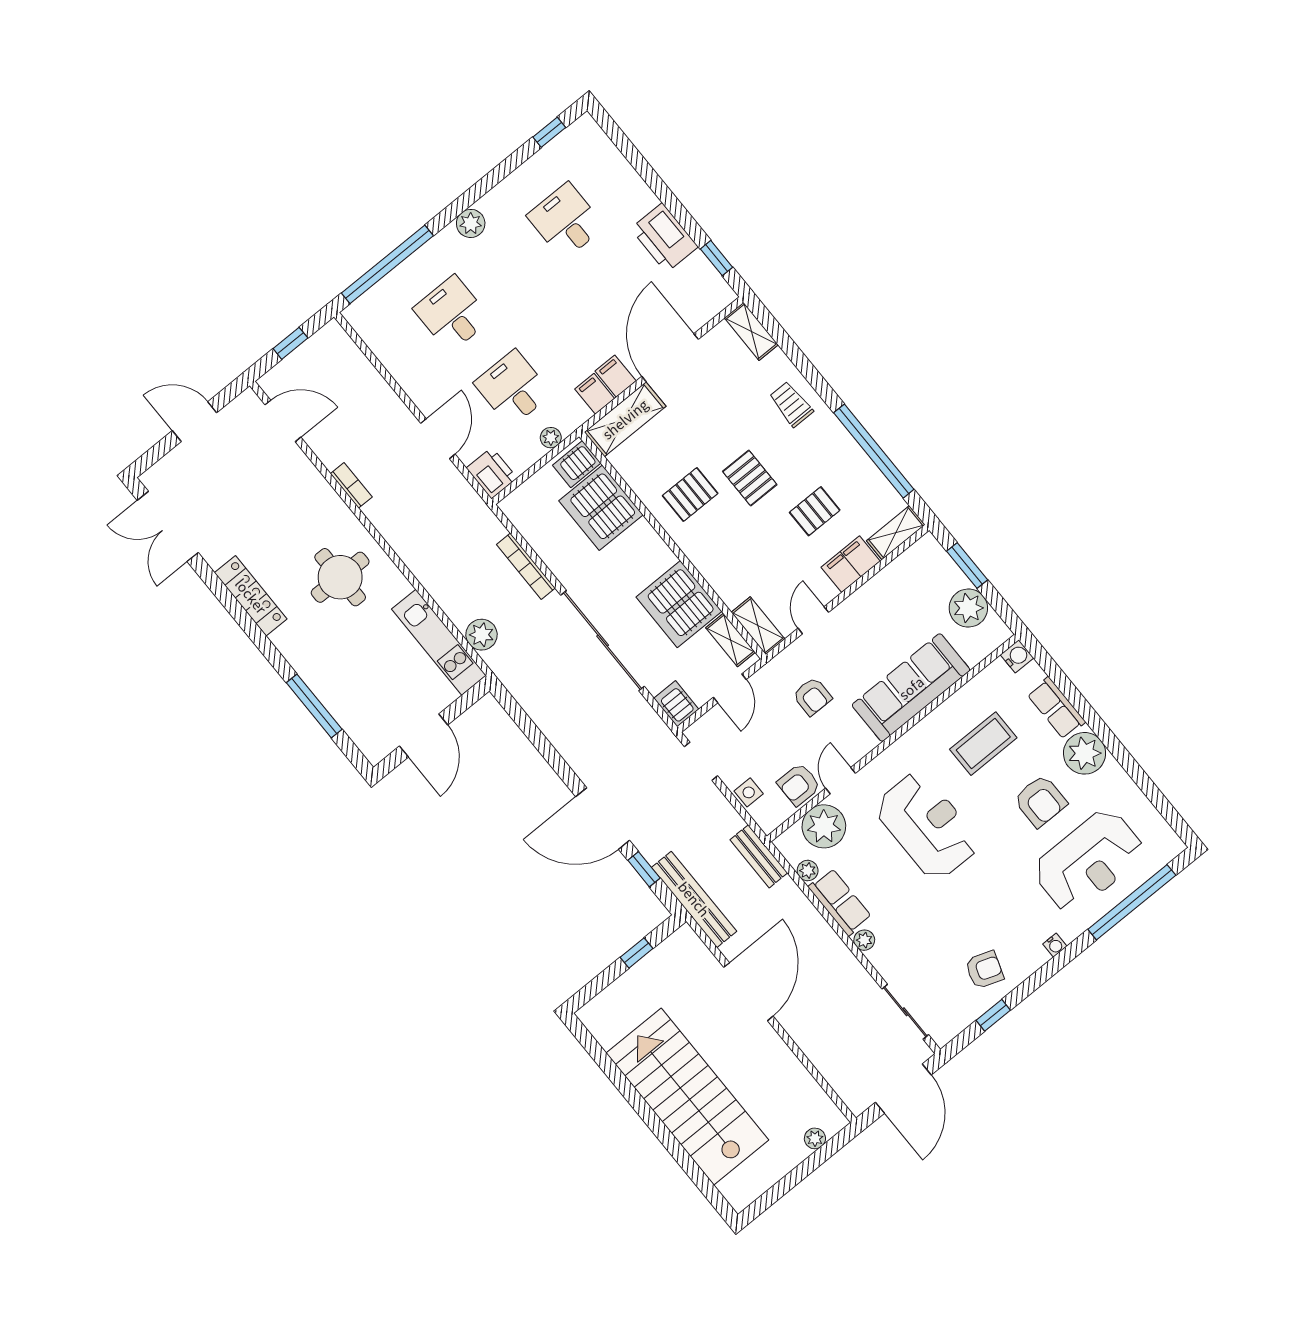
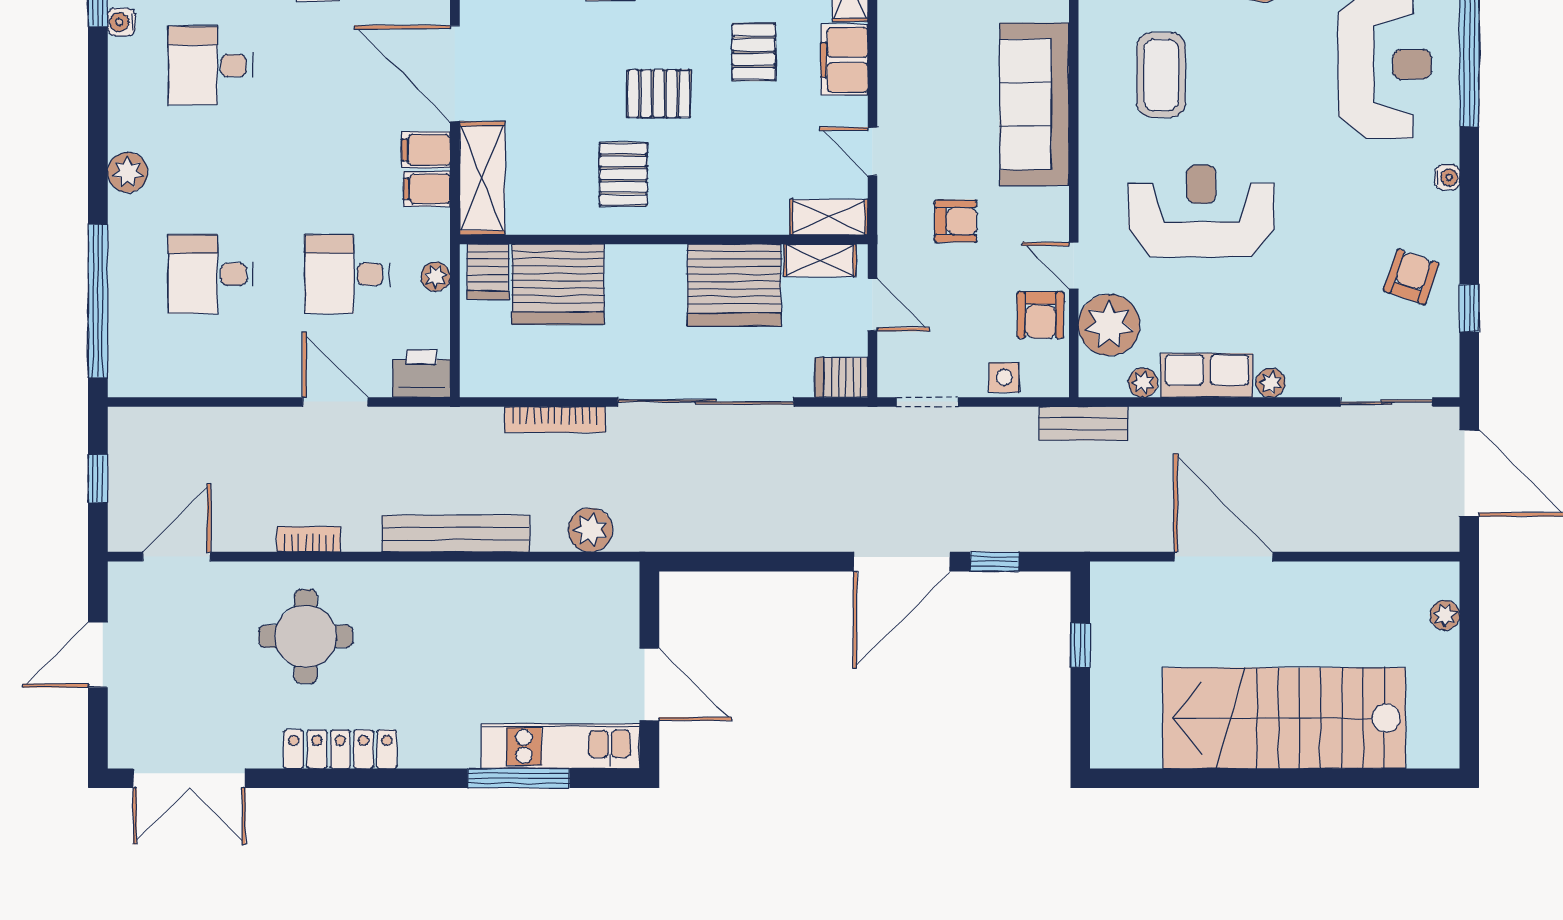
water cooler: (550, 153) -> (122, 22), added
round table: (340, 577) -> (306, 636), moved
kitchen unit: (439, 642) -> (560, 746), moved, turned 180
armchair: (1040, 801) -> (1276, 64), removed
bench: (694, 899) -> (456, 534), moved

